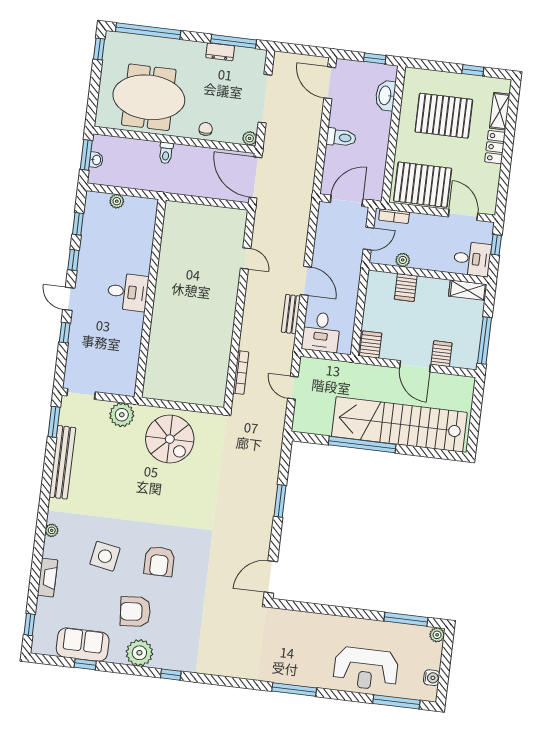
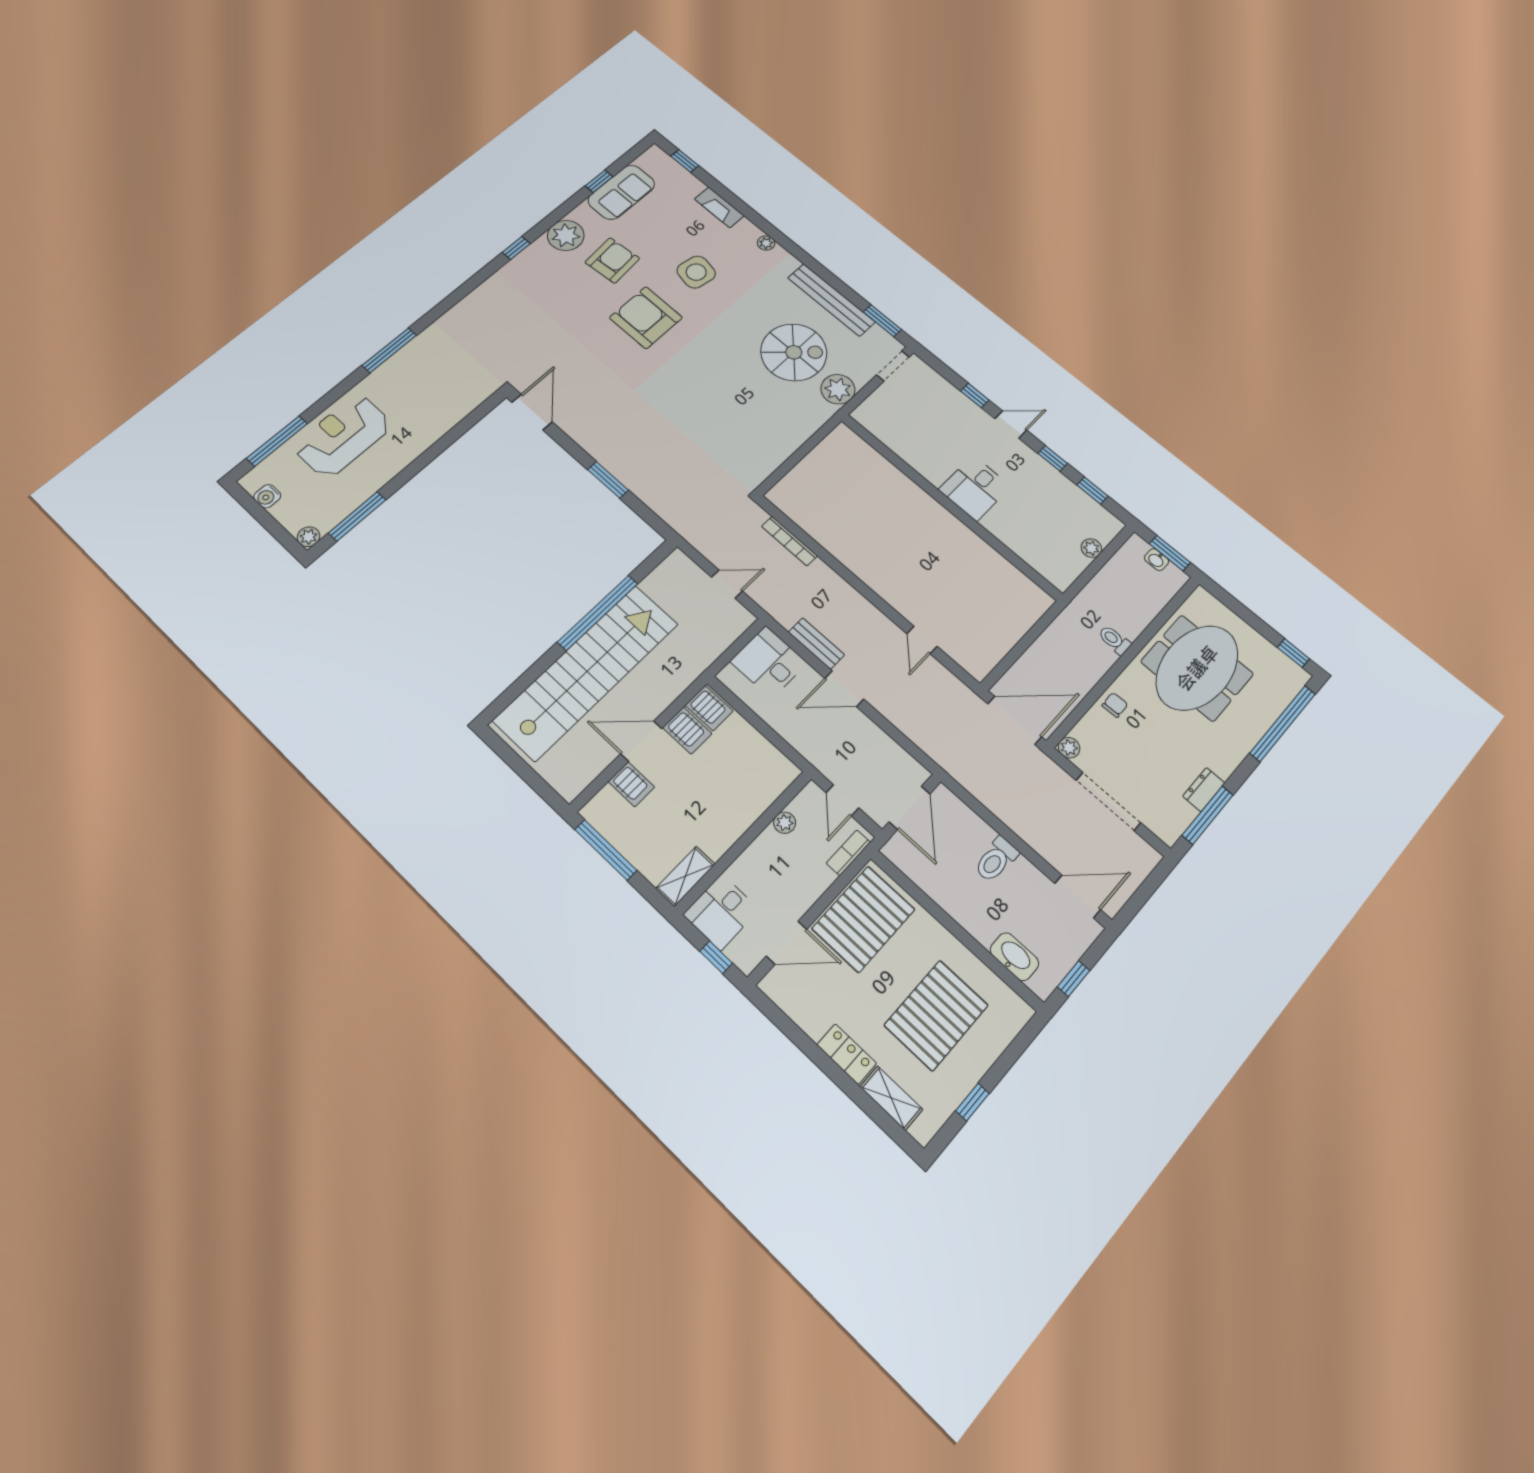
chair: (206, 129) -> (1115, 705), turned -91
door: (246, 258) -> (922, 640), hinge flipped
server rack: (406, 288) -> (687, 731), moved, turned 180
spiral stairs: (170, 439) -> (794, 352), moved, turned 180
armchair: (159, 561) -> (646, 318), width x1.36, depth x1.36

